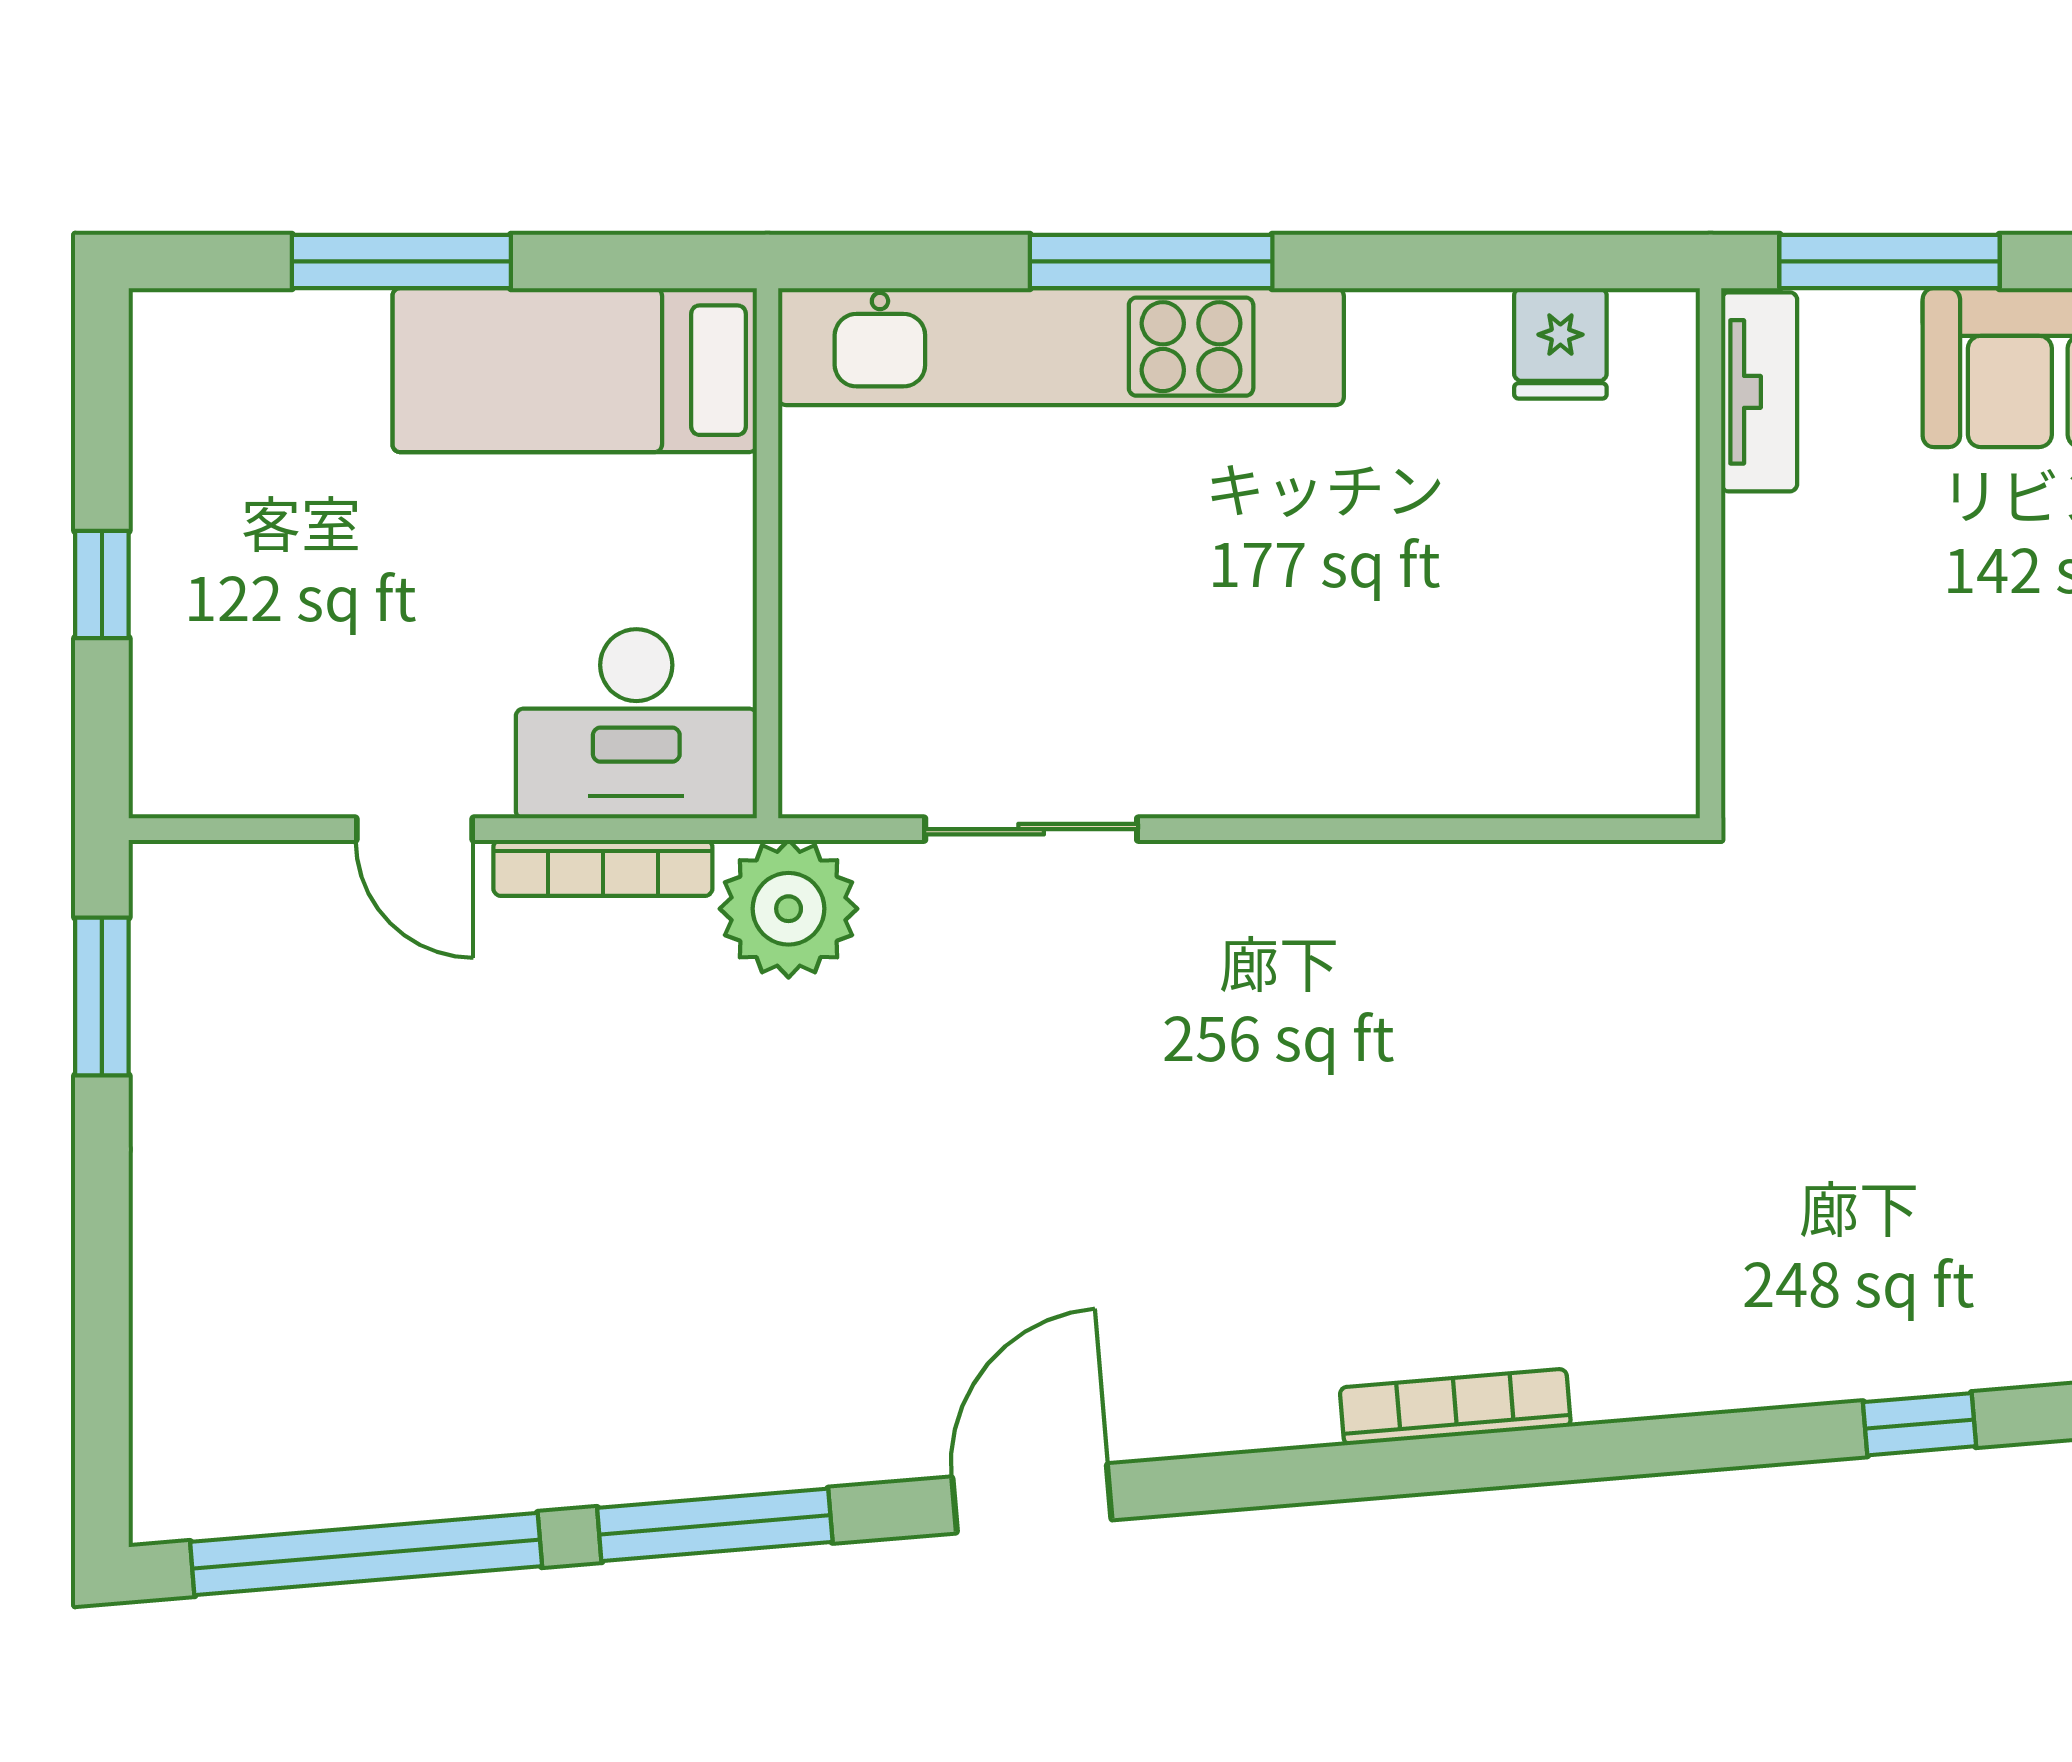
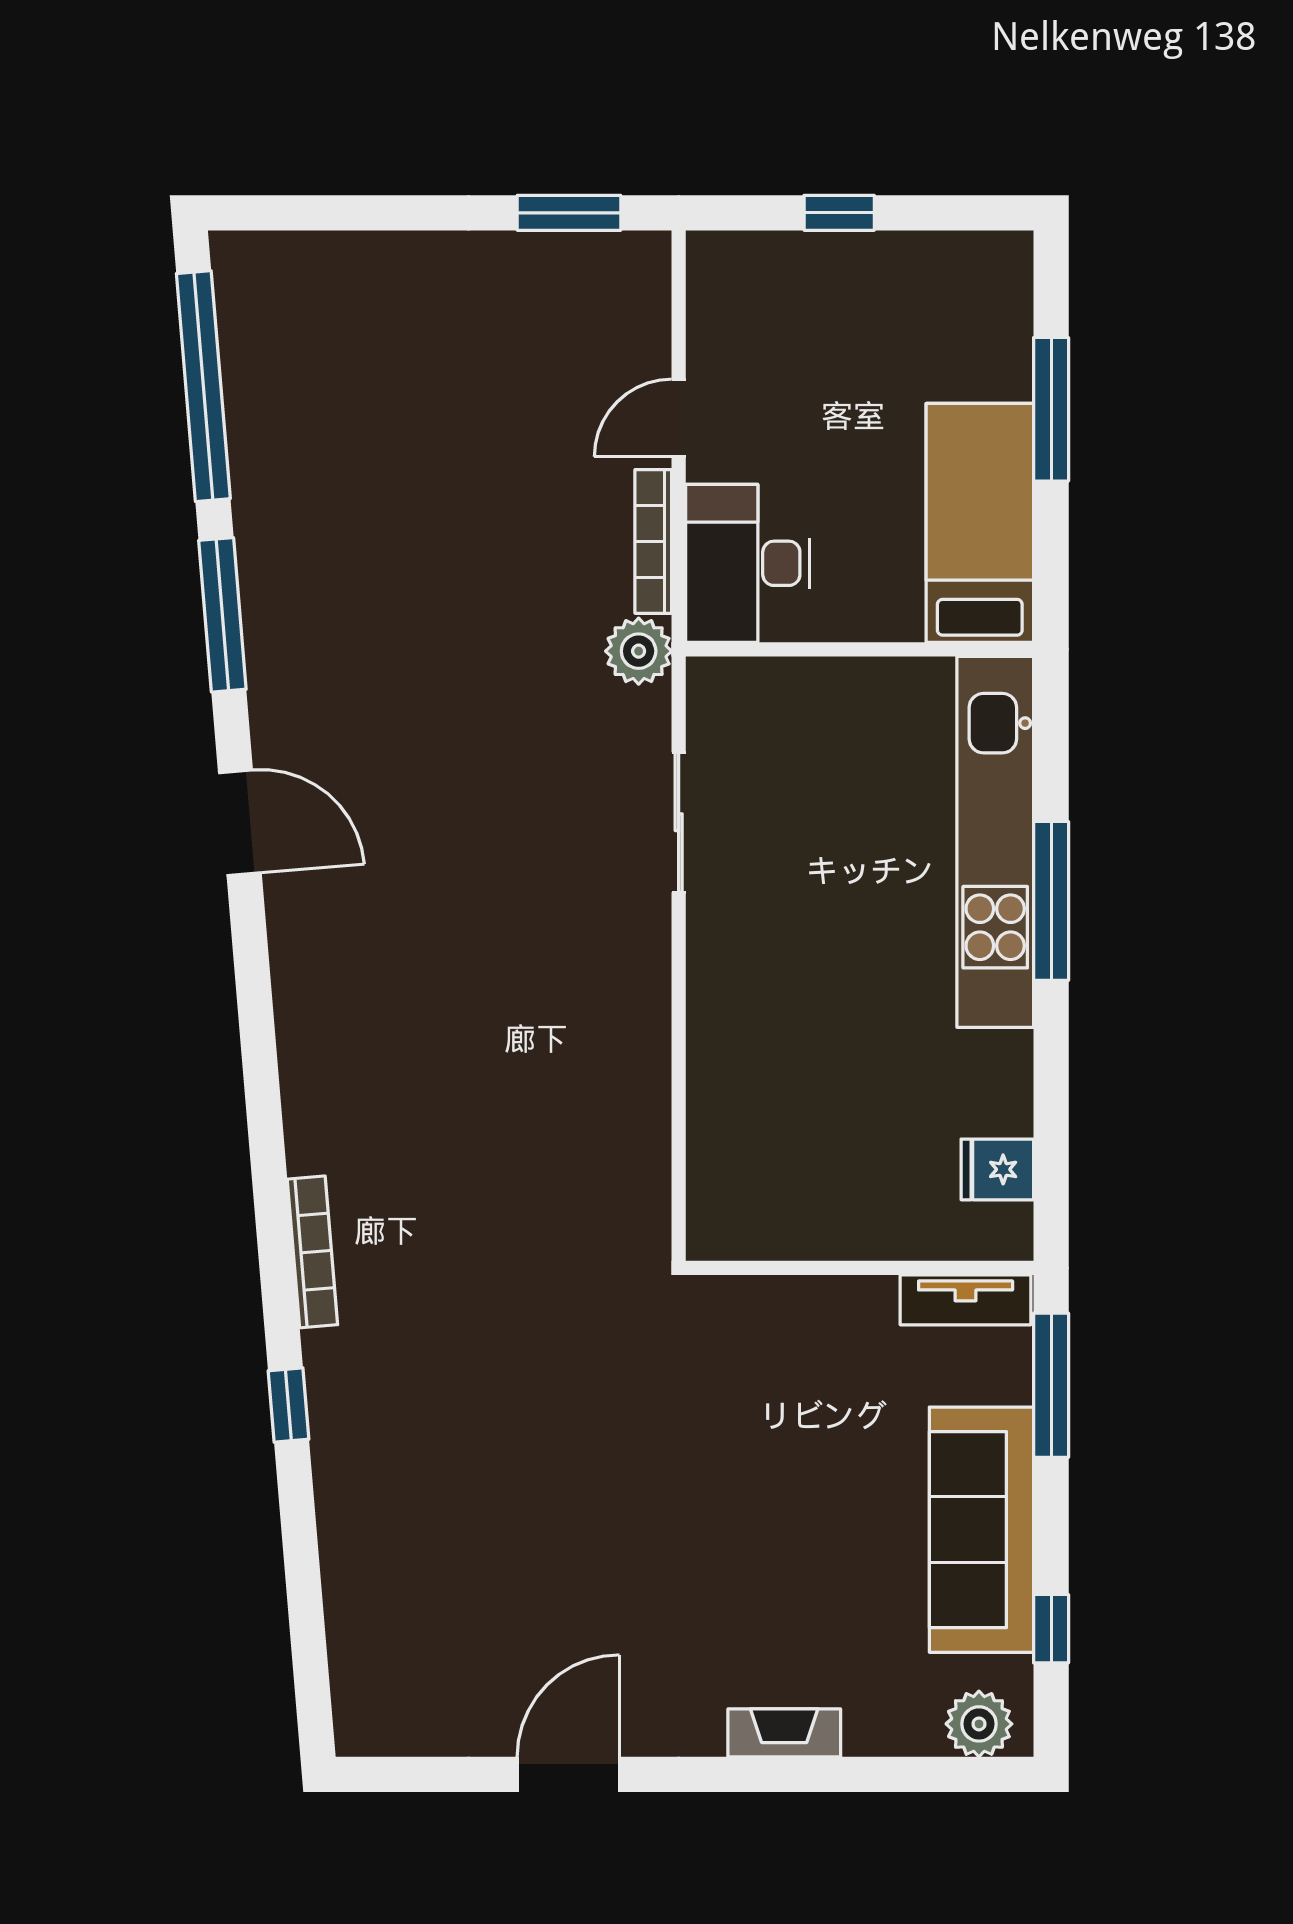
plant: (789, 909) -> (639, 651), width x0.73, depth x0.73
bookcase: (1455, 1407) -> (312, 1252), moved

